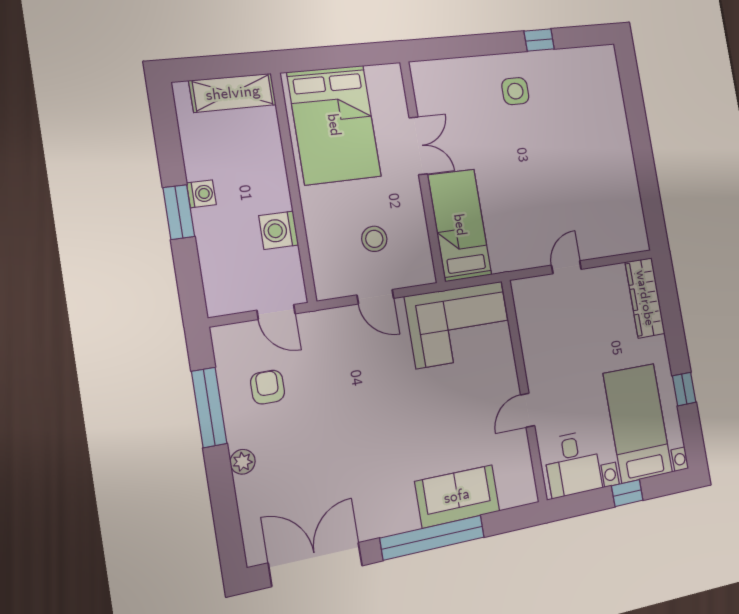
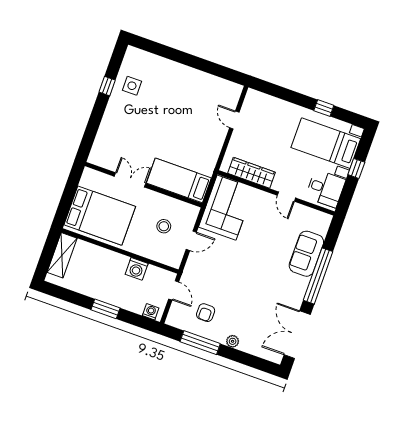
side table: (515, 91) -> (132, 86), moved
washing machine: (201, 194) -> (151, 312), moved
door: (566, 267) -> (234, 120), moved
wardrobe: (645, 298) -> (252, 173), moved, turned 180
door: (276, 312) -> (174, 290), hinge flipped
armchair: (268, 387) -> (206, 313), turned -90

